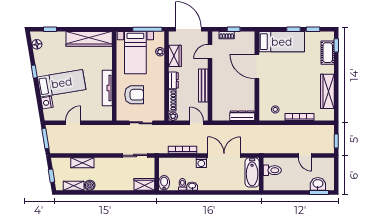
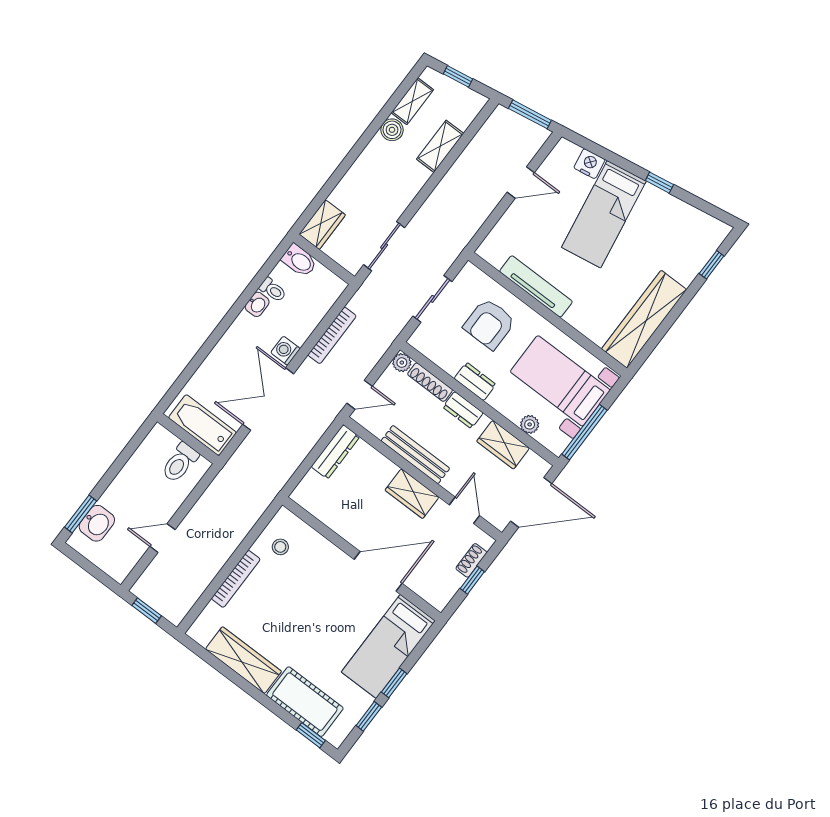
floor lamp: (37, 44) -> (703, 223), removed
cot: (328, 53) -> (305, 702), width x1.37, depth x1.34
wardrobe: (219, 76) -> (412, 494), added
dresser: (159, 84) -> (475, 381), added
dresser: (242, 116) -> (335, 452), moved
door: (73, 123) -> (521, 182), hinge flipped
double door: (224, 155) -> (268, 399), swing flipped

